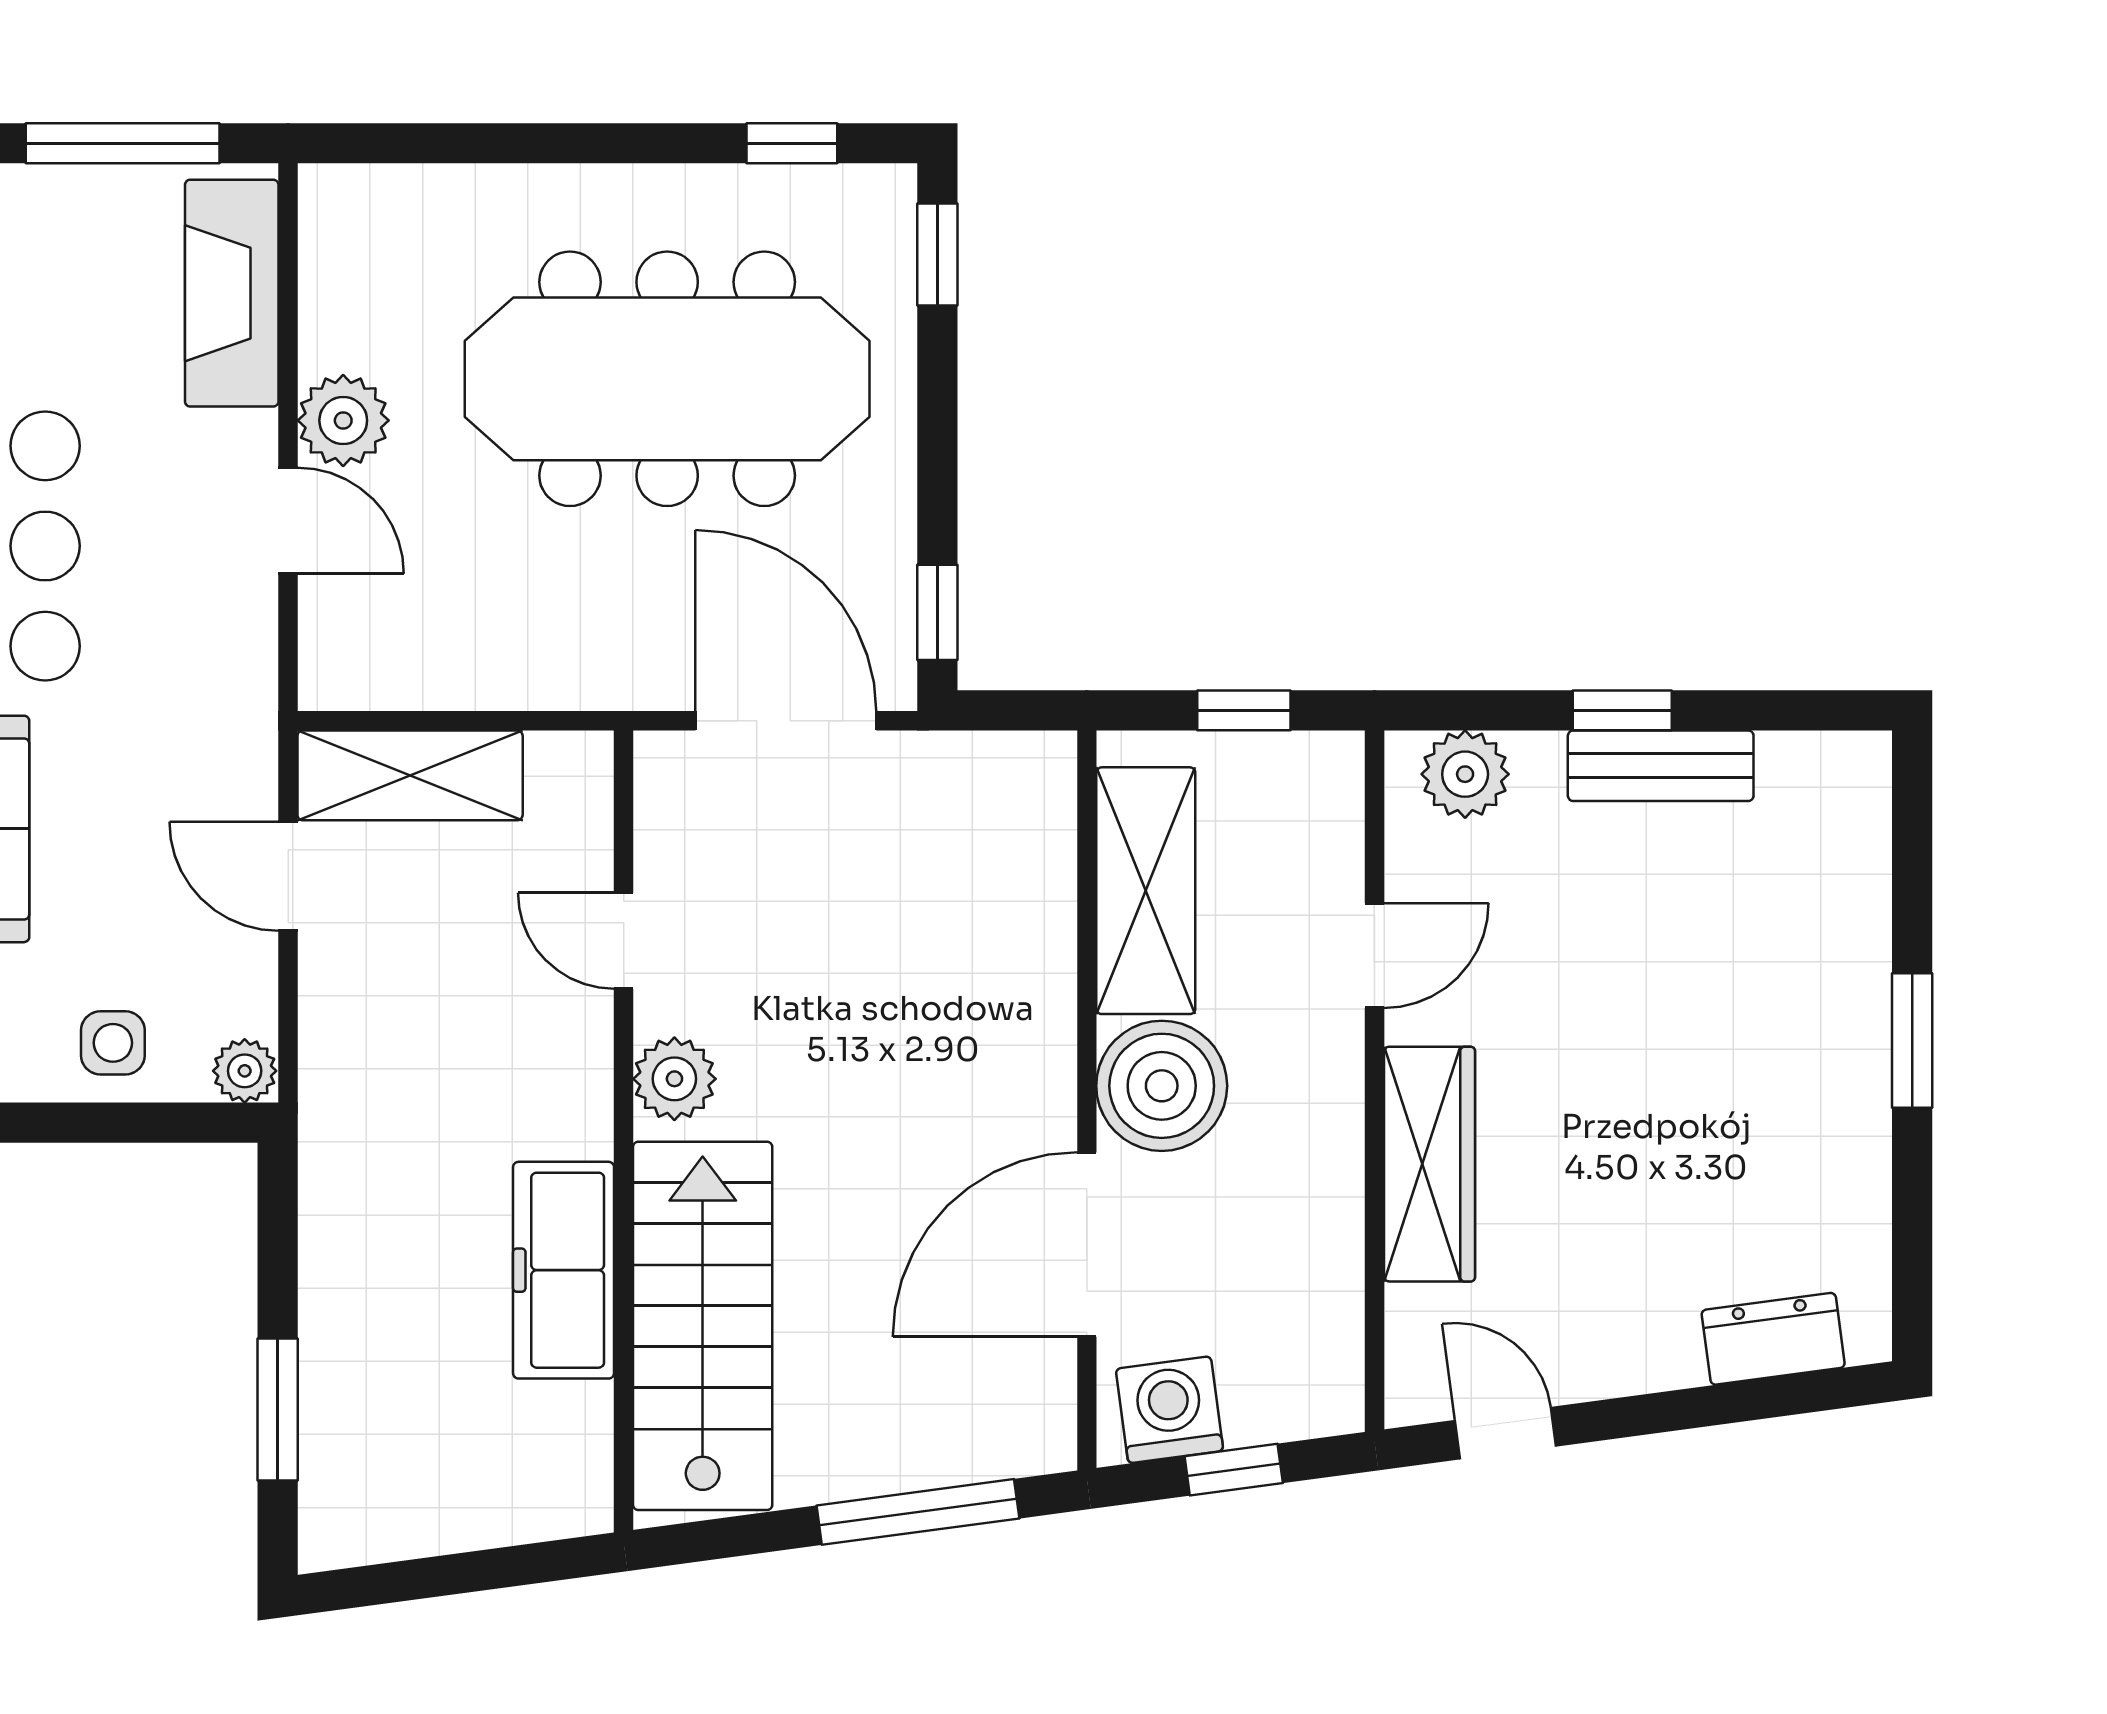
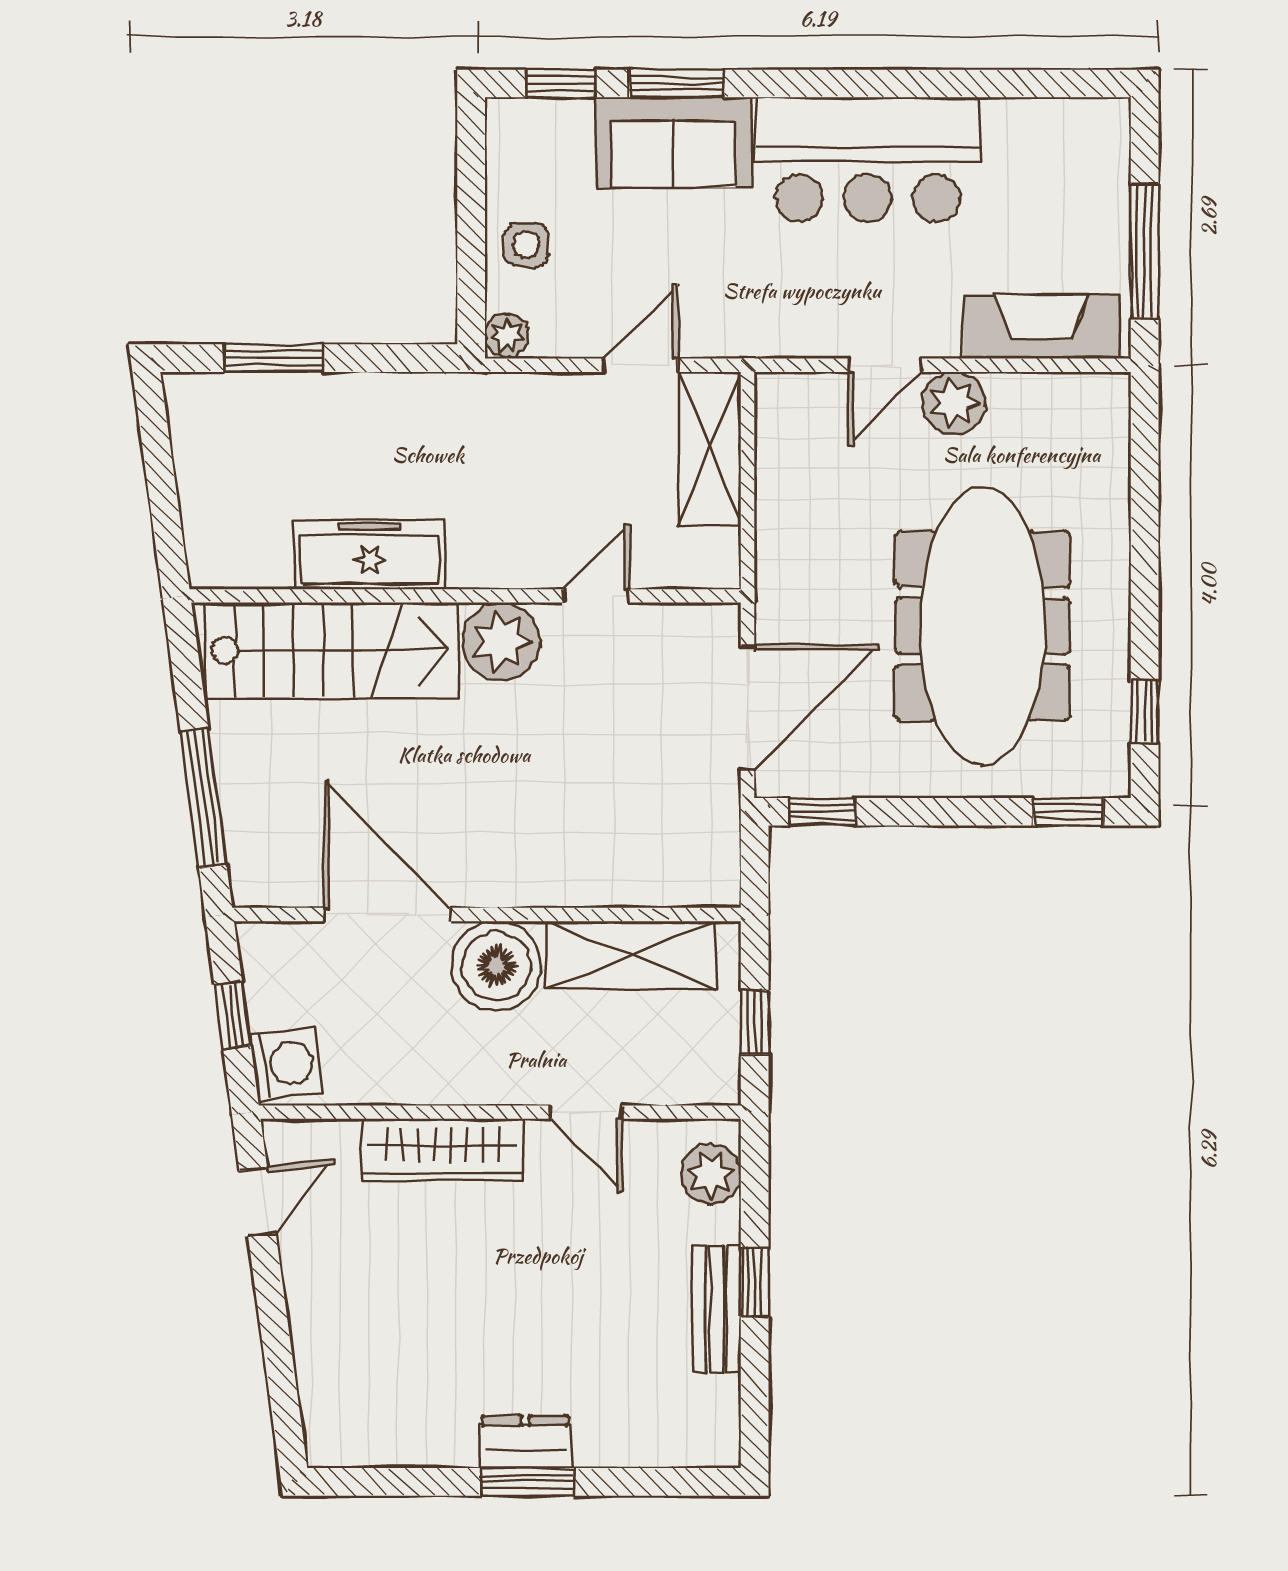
plant: (674, 1079) -> (501, 641), width x1.36, depth x1.36
dresser: (1773, 1339) -> (525, 1442), moved, turned -82
washing machine: (1170, 1410) -> (286, 1064), moved

